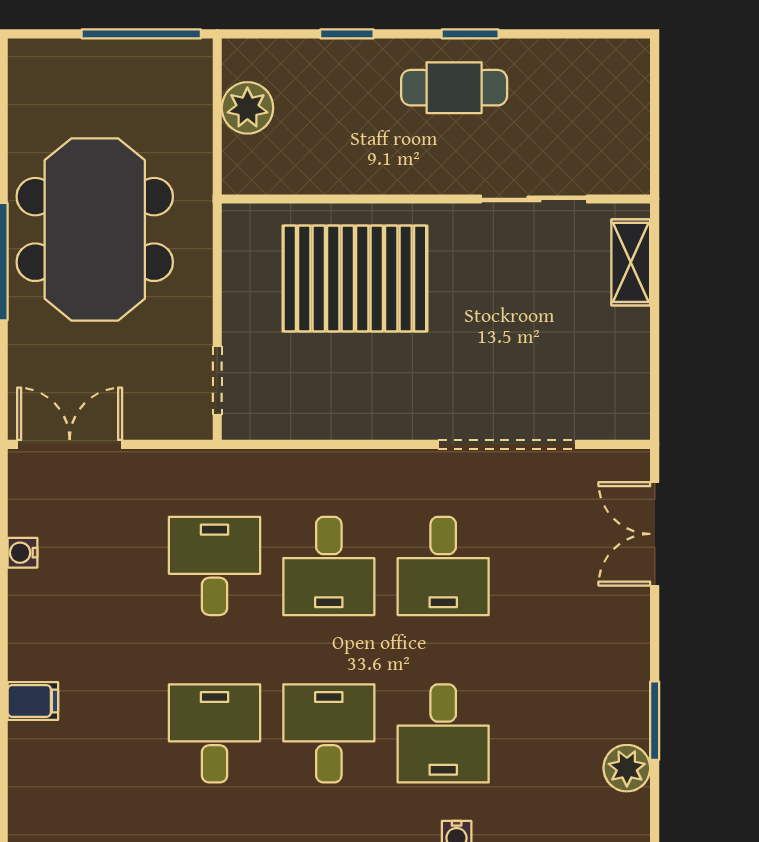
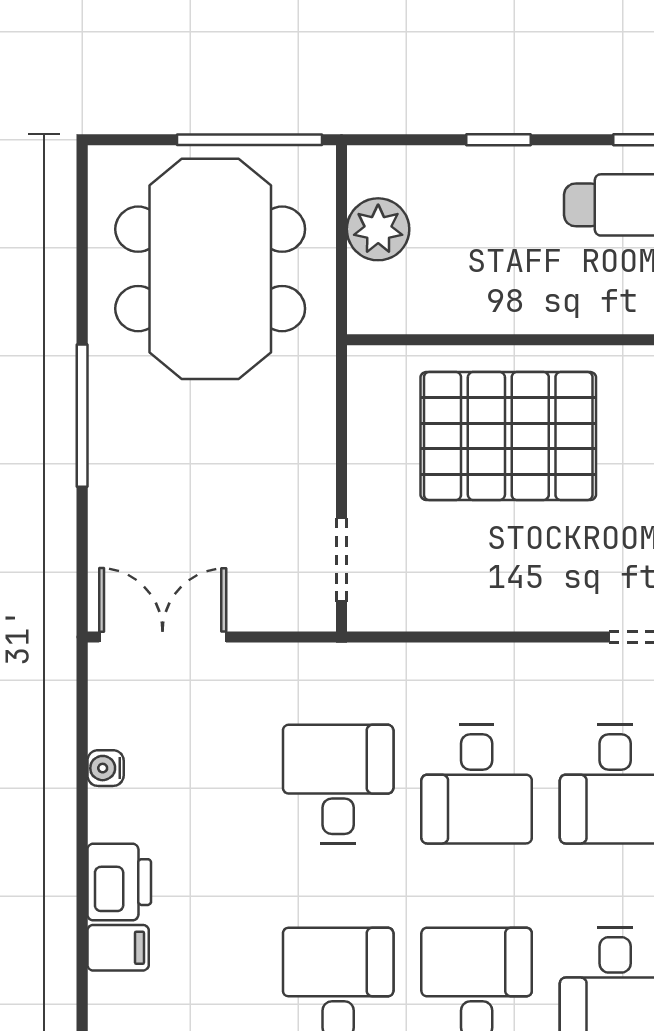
meeting table: (95, 229) -> (210, 269), moved
printer: (34, 647) -> (119, 882), added

